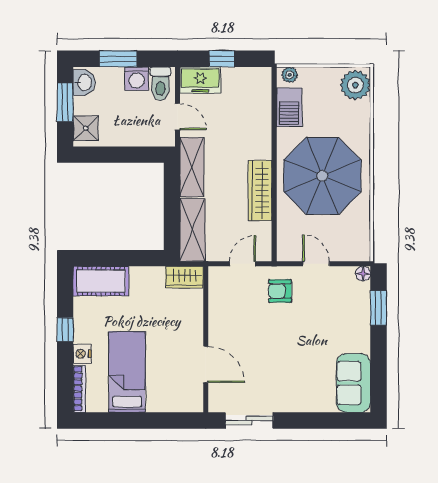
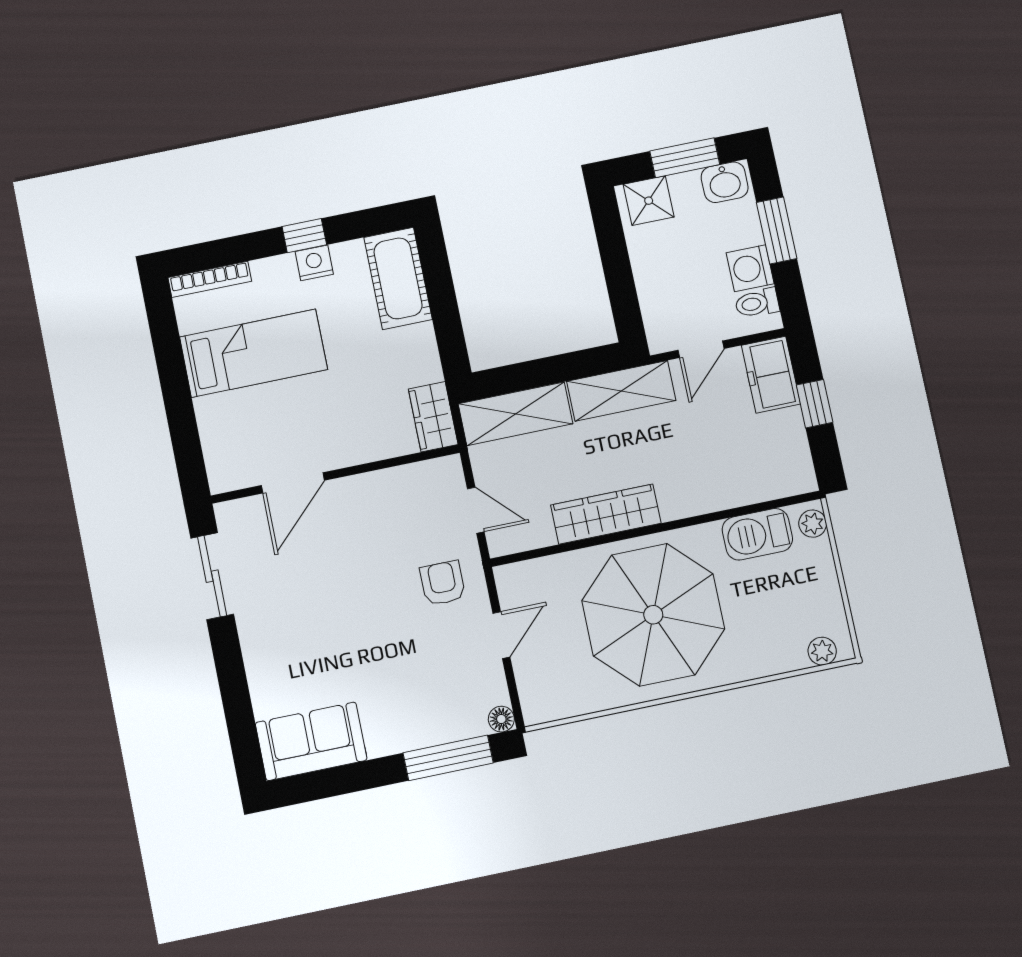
toilet: (160, 84) -> (757, 303), width x0.73, depth x0.72
plant: (355, 85) -> (822, 651), width x0.53, depth x0.53
window: (378, 308) -> (448, 758), width x1.44
nightstand: (82, 354) -> (314, 263), moved

